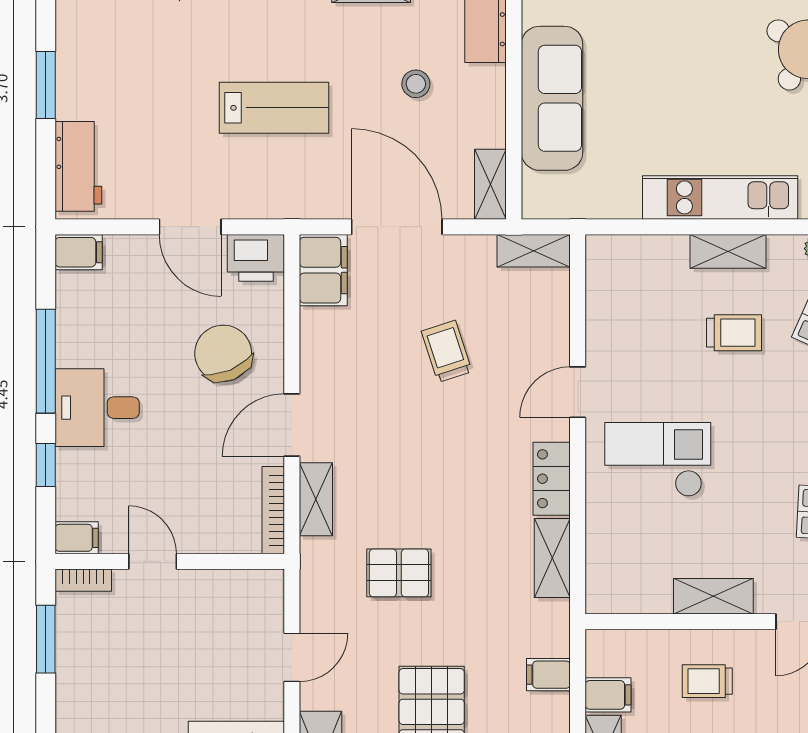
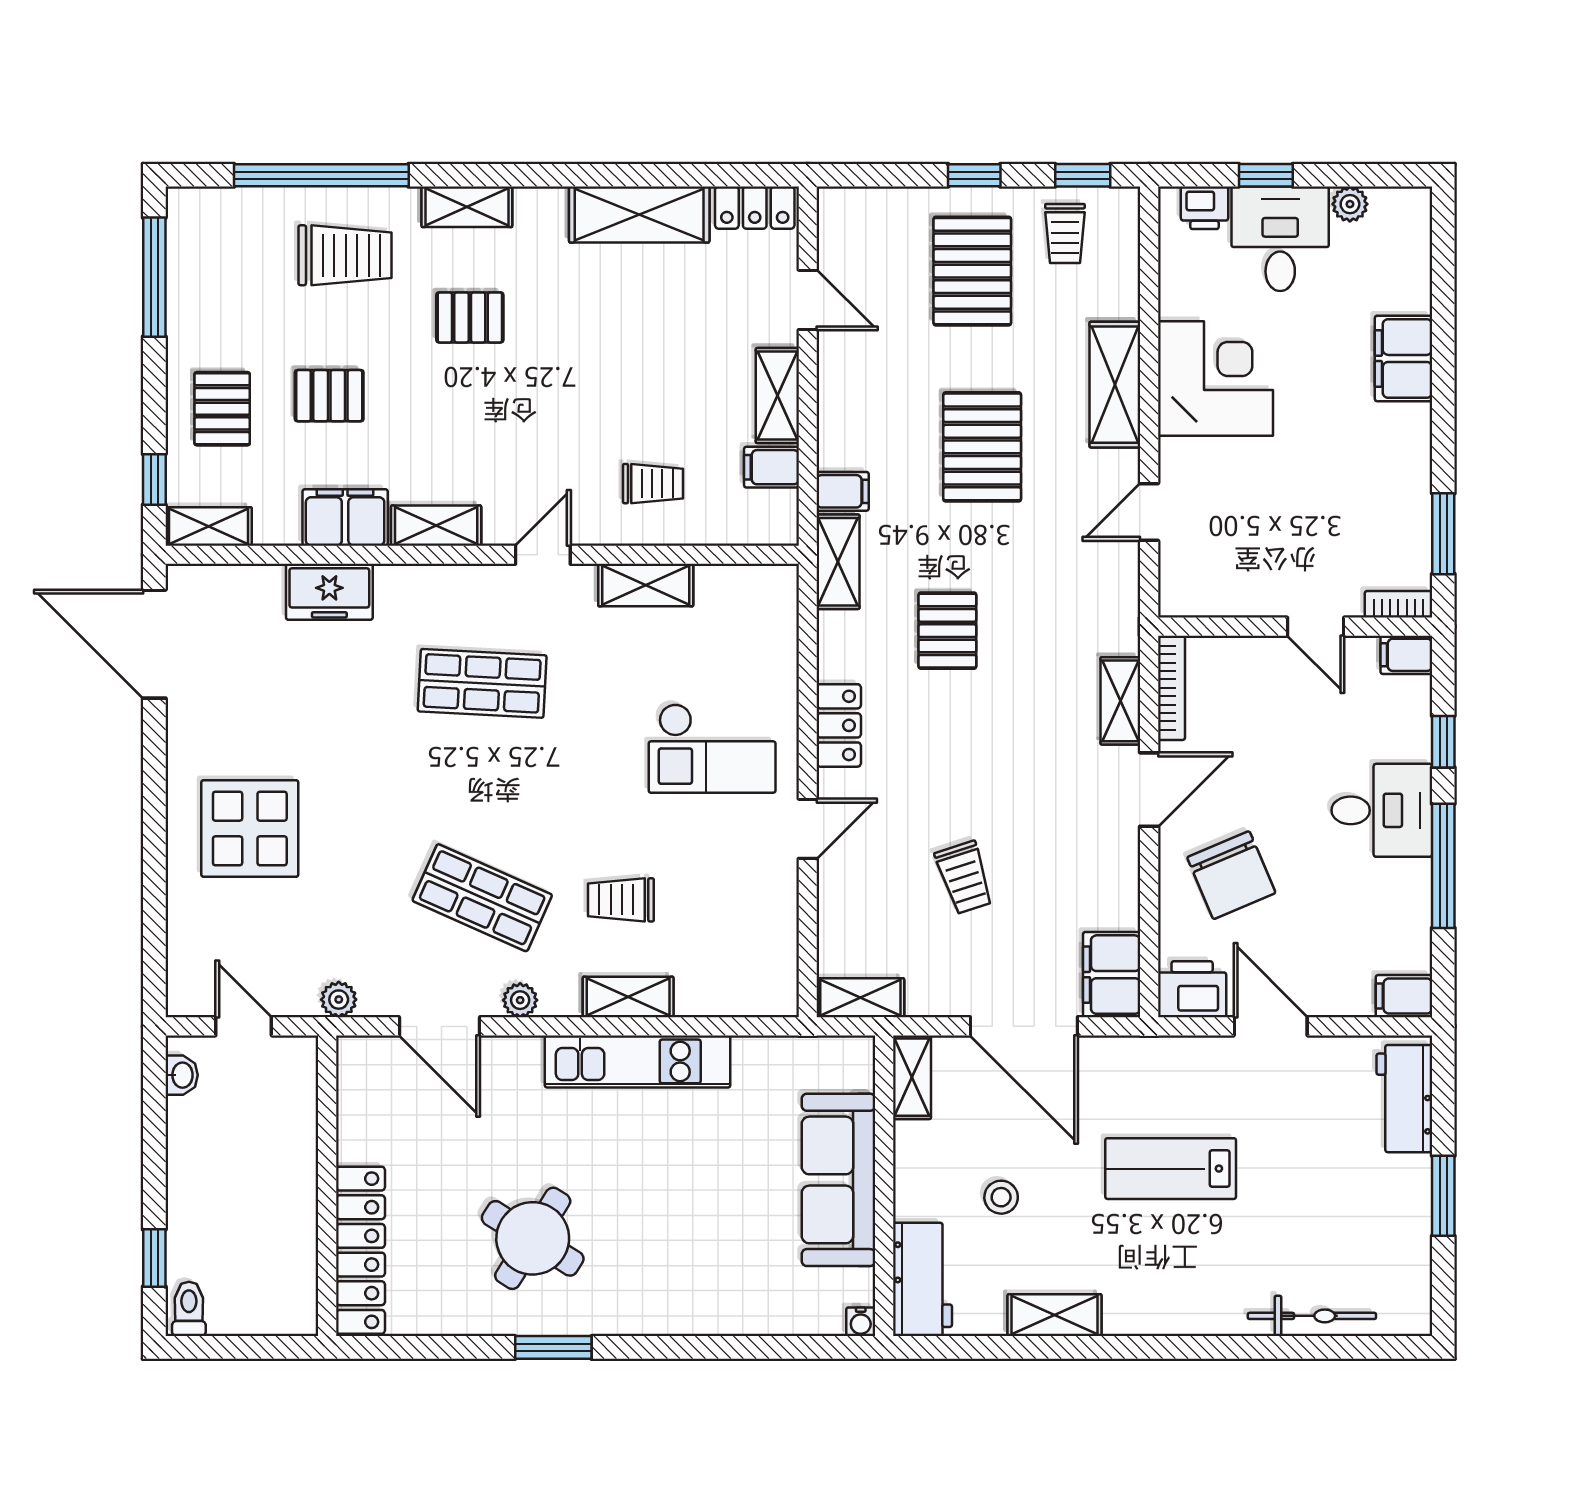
shelving: (552, 558) -> (838, 562), moved
pallet: (399, 573) -> (947, 631), moved, turned 90

